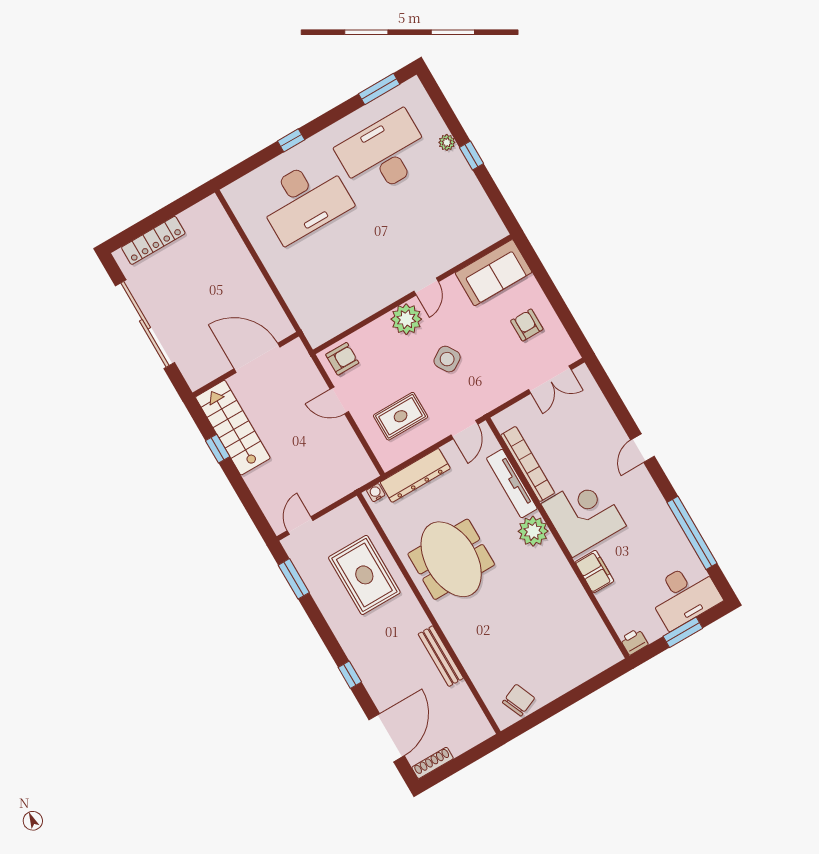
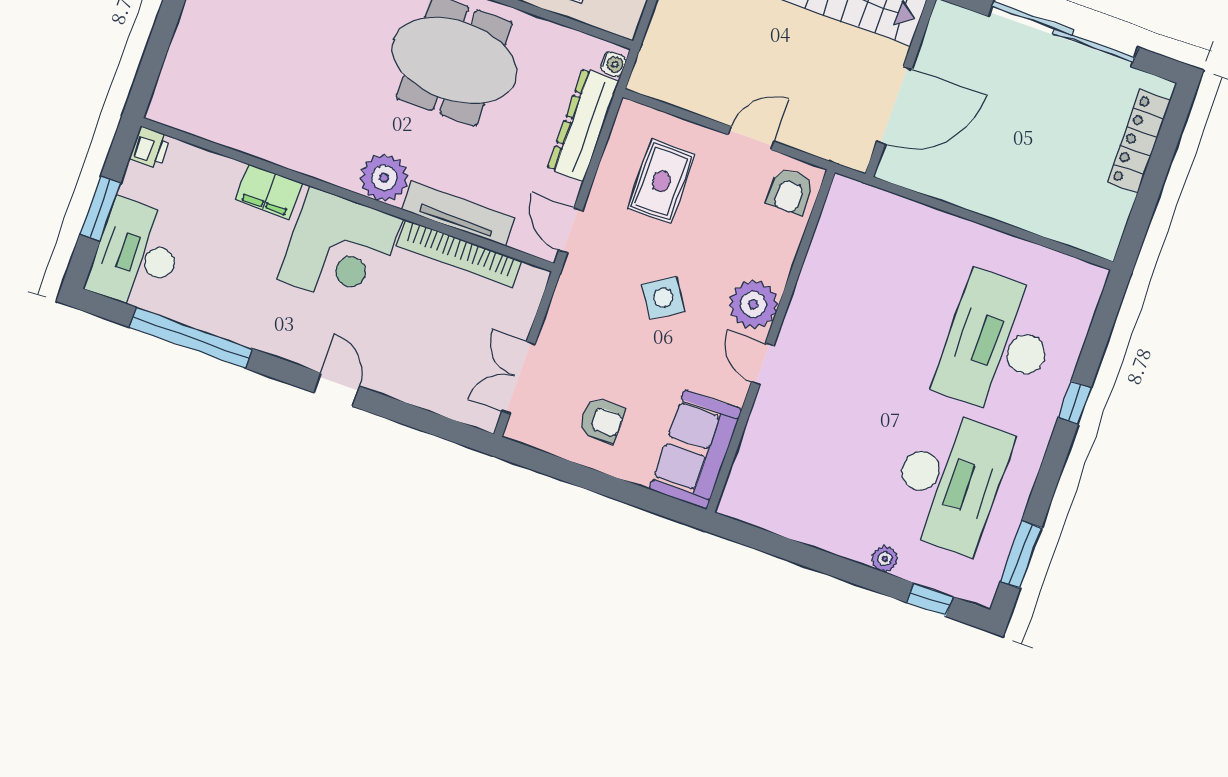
window: (471, 156) -> (930, 600), moved

